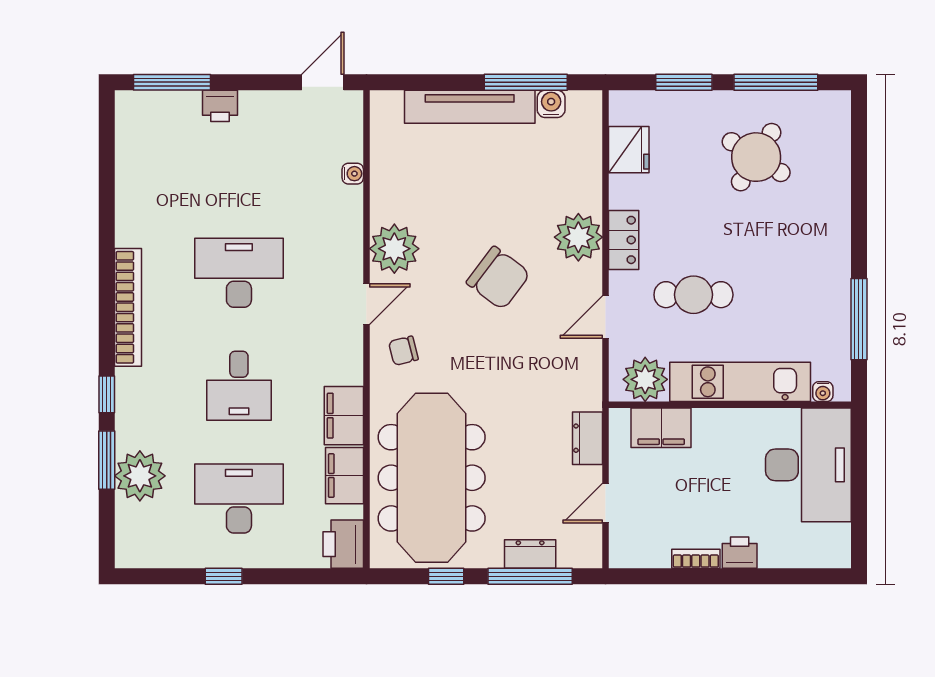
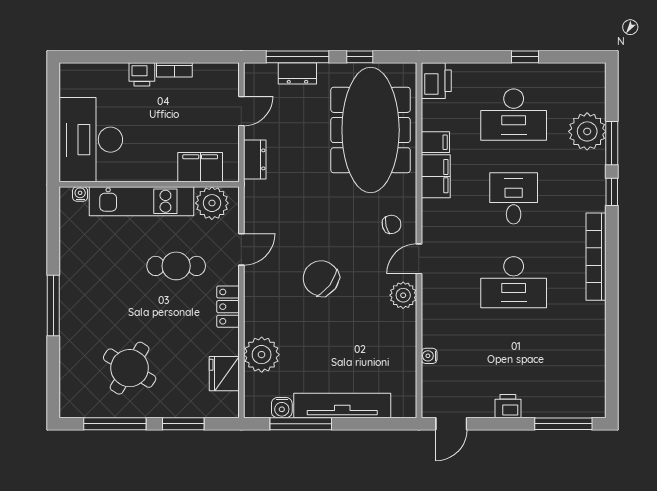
printer: (220, 106) -> (508, 406), moved
plant: (578, 237) -> (262, 355), moved
plant: (394, 249) -> (403, 295), width x0.73, depth x0.73
window: (859, 319) -> (53, 306), moved
filing cabinet: (344, 476) -> (435, 142), width x0.50

